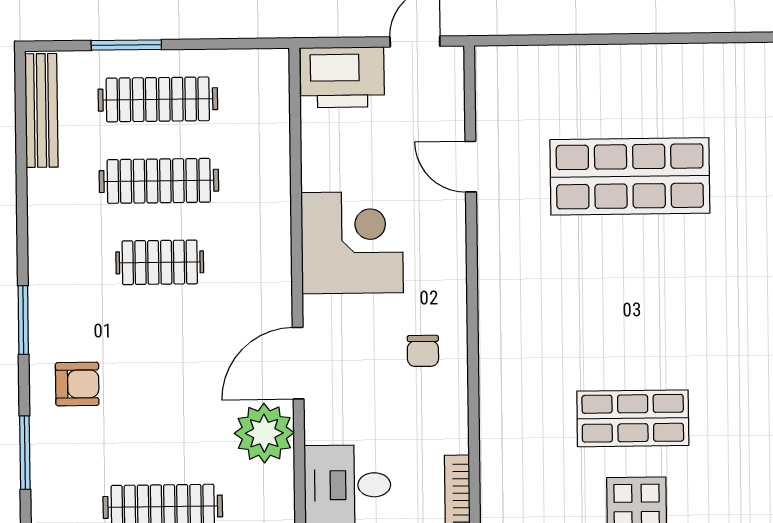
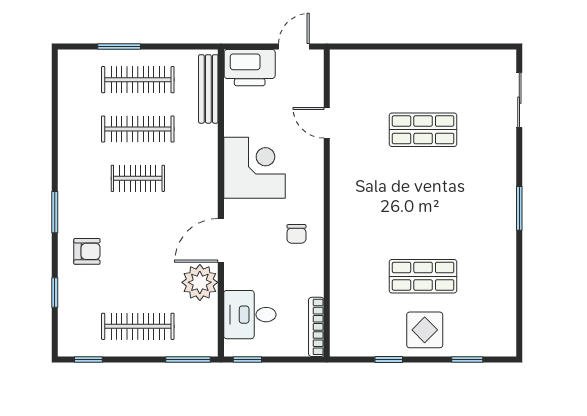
bench: (41, 110) -> (208, 89), moved
shop shelf: (630, 176) -> (423, 130), width x0.70, depth x0.74
window: (25, 453) -> (55, 293), width x0.67

